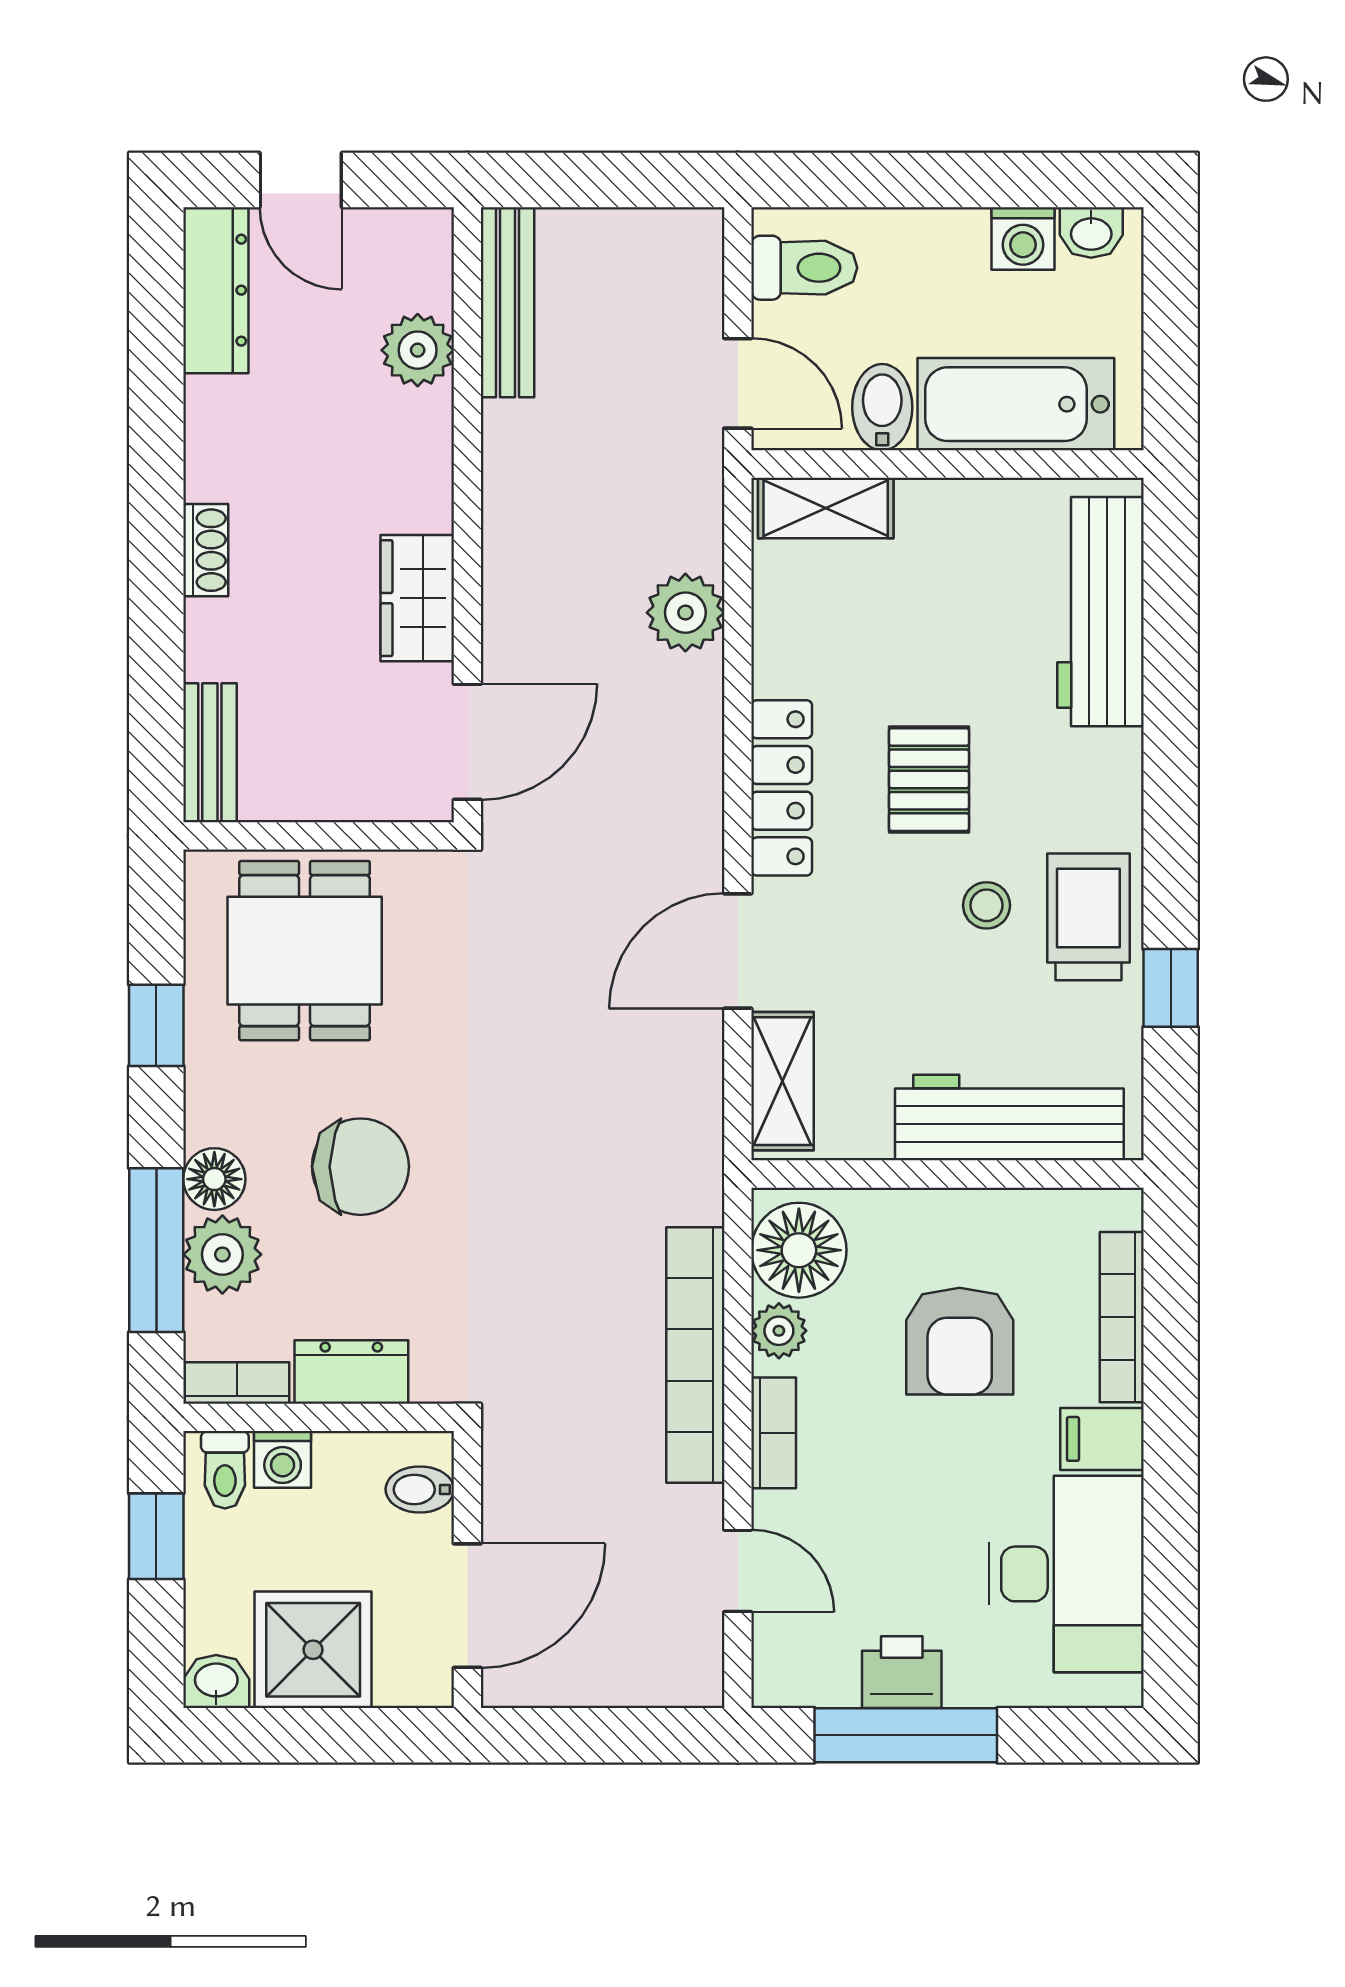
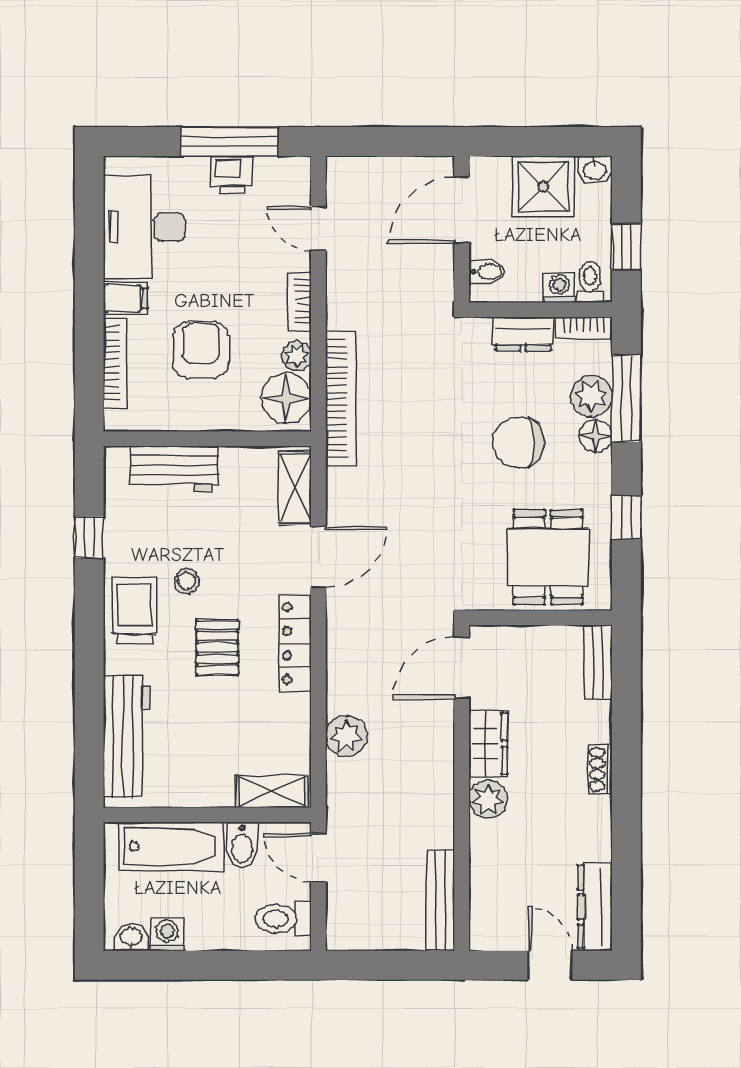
plant: (418, 350) -> (488, 799), moved
trolley: (1088, 917) -> (135, 610), moved, turned 180
workbench: (1009, 1118) -> (175, 469), width x0.73
bookcase: (695, 1355) -> (341, 398), moved

